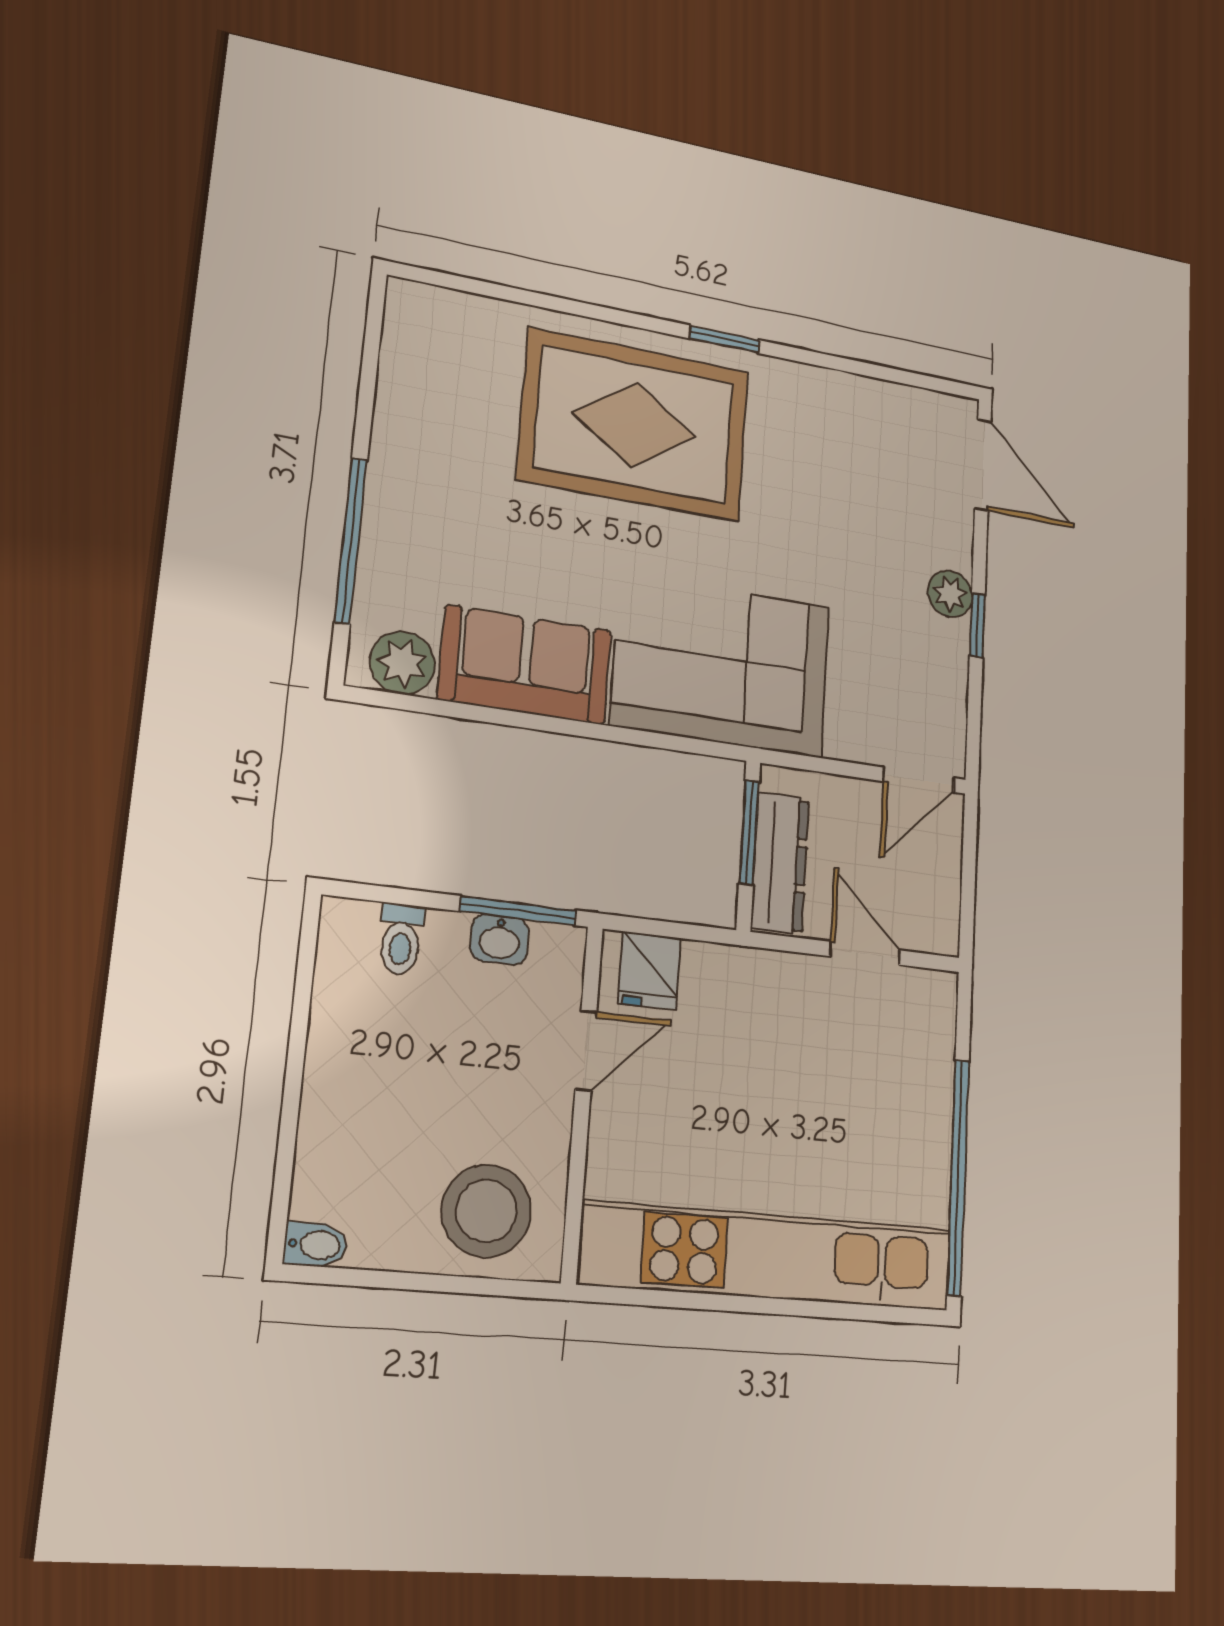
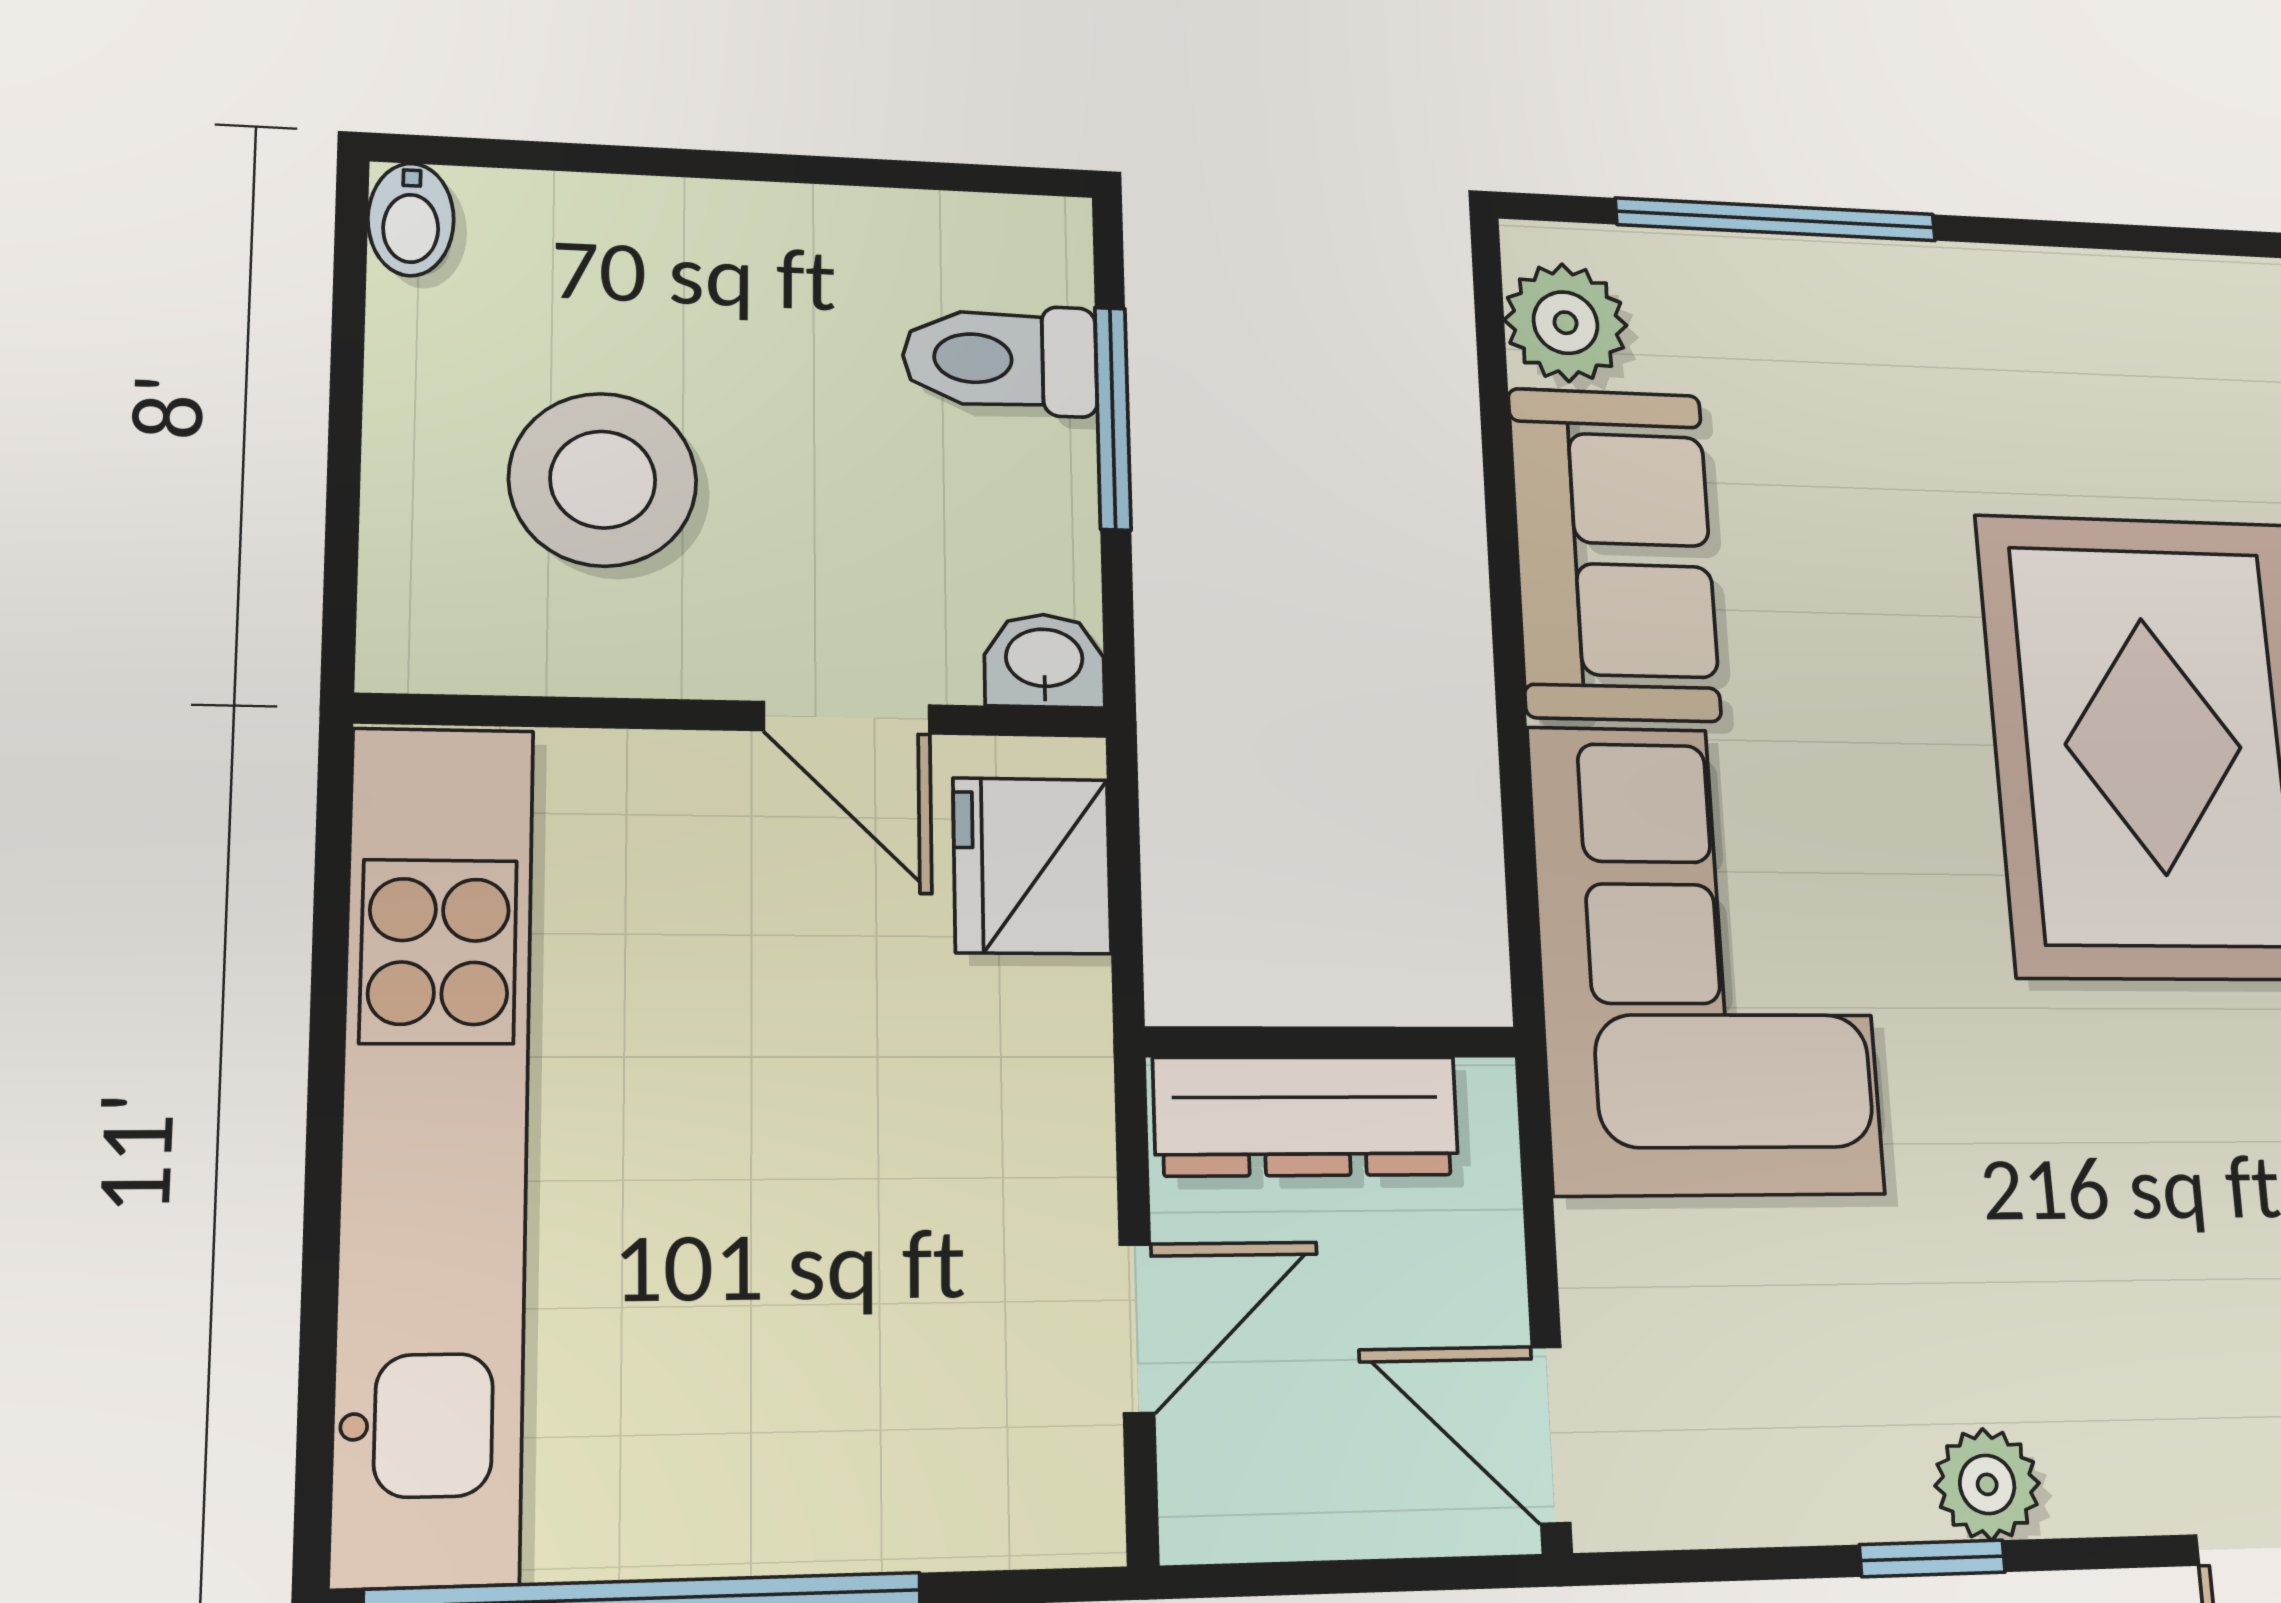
window: (749, 832) -> (1361, 1042), removed
window: (518, 911) -> (1113, 418), moved
toilet: (401, 939) -> (1000, 359), width x1.37, depth x1.39
washbasin: (500, 940) -> (1044, 661), moved, turned 90
fridge: (650, 971) -> (1032, 866), width x1.38
stool: (486, 1211) -> (603, 480), moved

